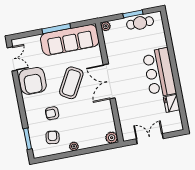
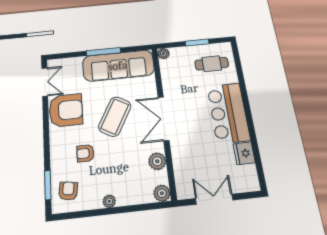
cafe table: (140, 23) -> (212, 64), moved
armchair: (33, 81) -> (66, 110), turned -90
plant: (107, 115) -> (157, 161), added
armchair: (53, 137) -> (68, 191), moved

